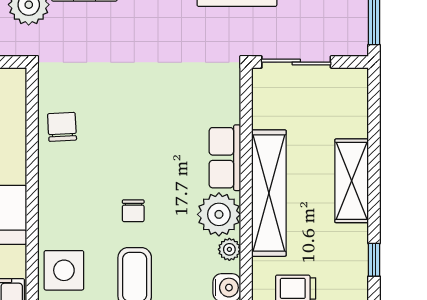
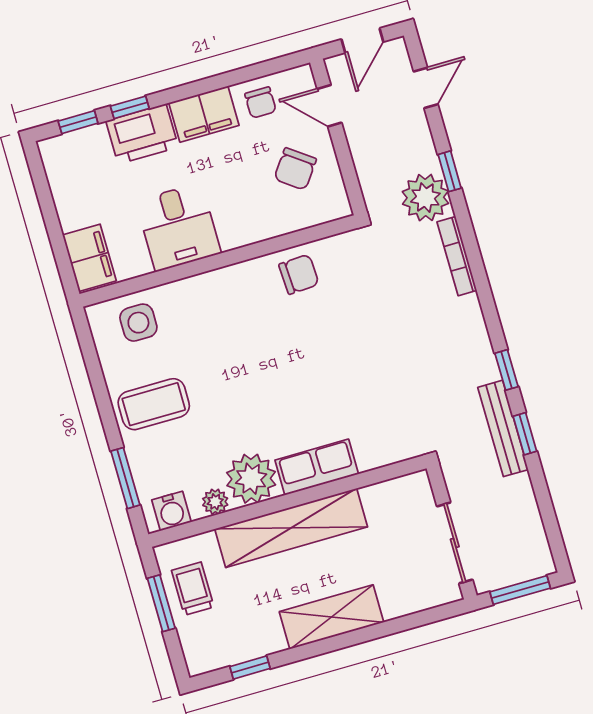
sliding door: (296, 62) -> (455, 543), moved
chair: (133, 211) -> (228, 381), removed
side table: (64, 270) -> (138, 323), width x0.73, depth x0.73

